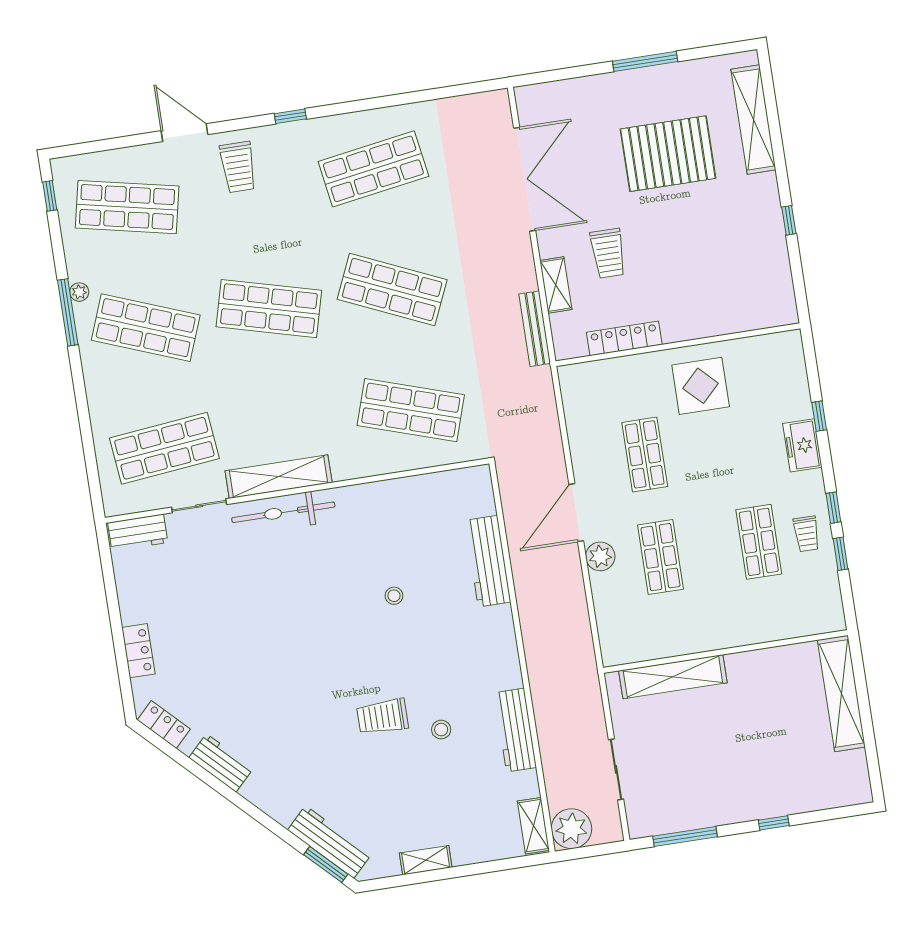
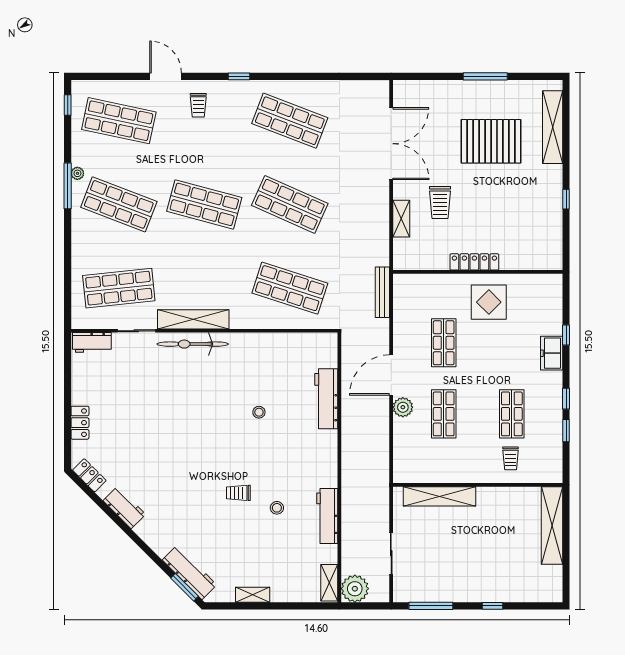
trolley: (238, 167) -> (198, 105), width x0.73, depth x0.72
shop shelf: (373, 169) -> (290, 121), turned 30
bench: (535, 329) -> (382, 292), moved
locker: (624, 338) -> (474, 262), moved
trolley: (806, 534) -> (511, 458), moved
trolley: (382, 717) -> (238, 493), width x0.73, depth x0.72

